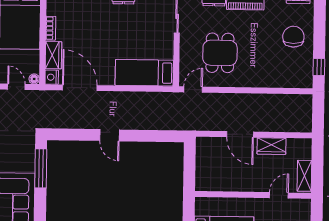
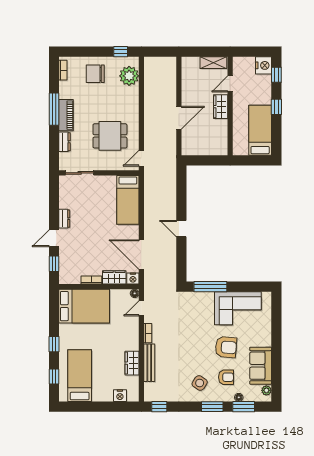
plant: (290, 77) -> (129, 76), added
door: (80, 88) -> (141, 255), hinge flipped
door: (193, 89) -> (141, 158), hinge flipped
door: (109, 135) -> (181, 229), swing flipped
wardrobe: (271, 146) -> (221, 107), moved, turned 180
door: (279, 195) -> (230, 84), hinge flipped

